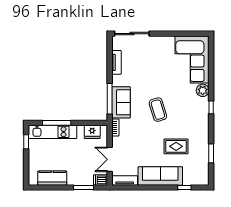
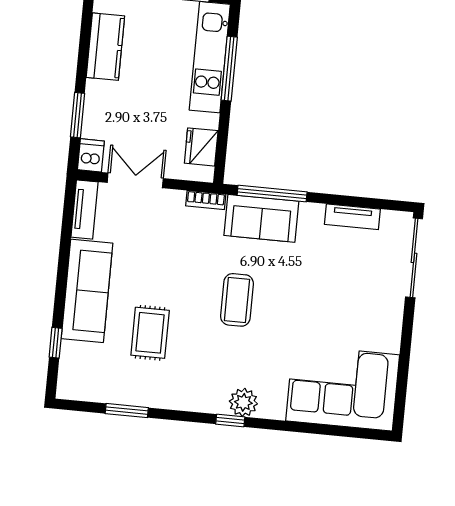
plant: (203, 90) -> (243, 402), moved
coffee table: (158, 110) -> (237, 300), turned -73

